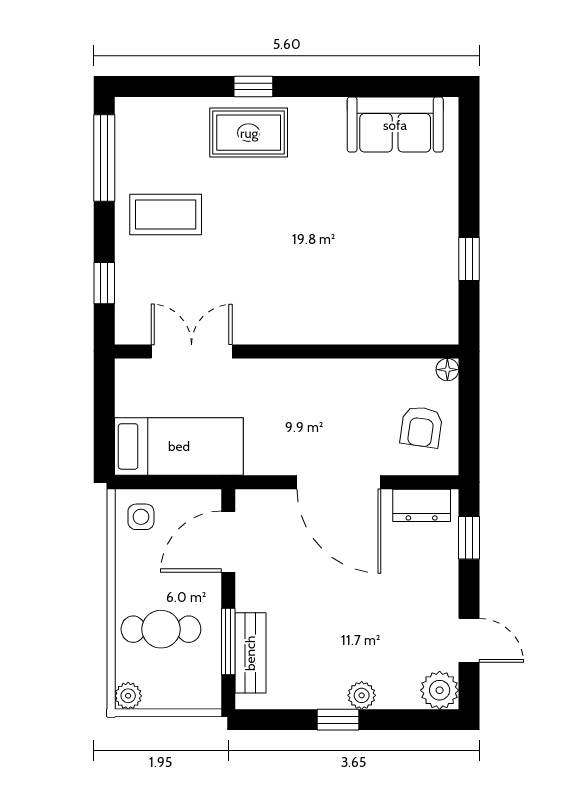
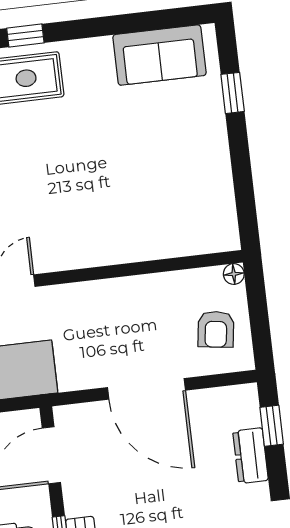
window: (469, 259) -> (233, 93), moved
dresser: (422, 505) -> (251, 456), moved, turned 90

